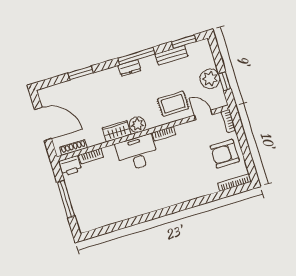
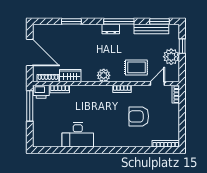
bench: (172, 55) -> (151, 29), width x1.36
window: (225, 81) -> (182, 46), moved
door: (203, 115) -> (157, 83), hinge flipped
wardrobe: (117, 131) -> (70, 76), moved
desk: (137, 153) -> (78, 135), moved, turned 180
armchair: (225, 154) -> (139, 116), moved
window: (66, 199) -> (30, 106), moved

